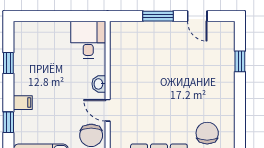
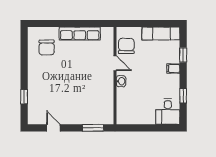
window: (158, 16) -> (93, 128), moved
desk: (88, 40) -> (168, 112), moved

